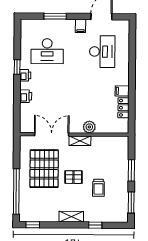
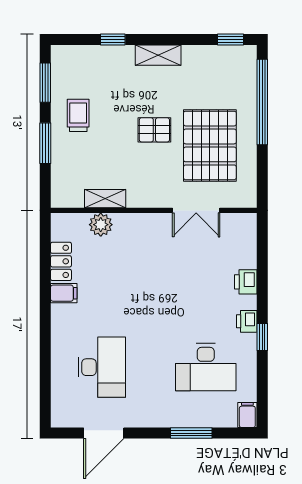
filing cabinet: (81, 26) -> (247, 415), moved
desk: (47, 51) -> (206, 367), turned 180
desk: (102, 52) -> (102, 367), turned 180
plant: (89, 127) -> (101, 225), moved
double door: (52, 134) -> (196, 210), width x0.73
shelving: (80, 141) -> (105, 199), moved
trolley: (98, 188) -> (78, 115), moved

